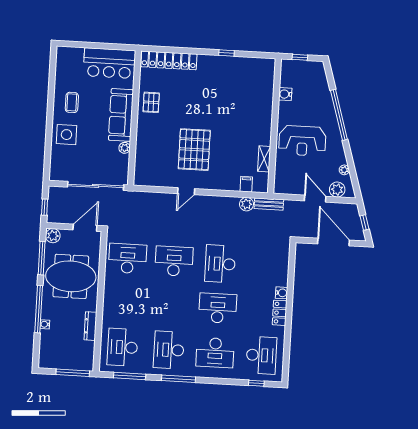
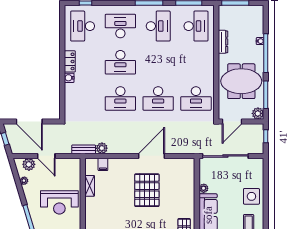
reception desk: (302, 141) -> (59, 202), turned 180
door: (186, 191) -> (152, 156), width x1.87
desk: (220, 264) -> (120, 98), turned 90

